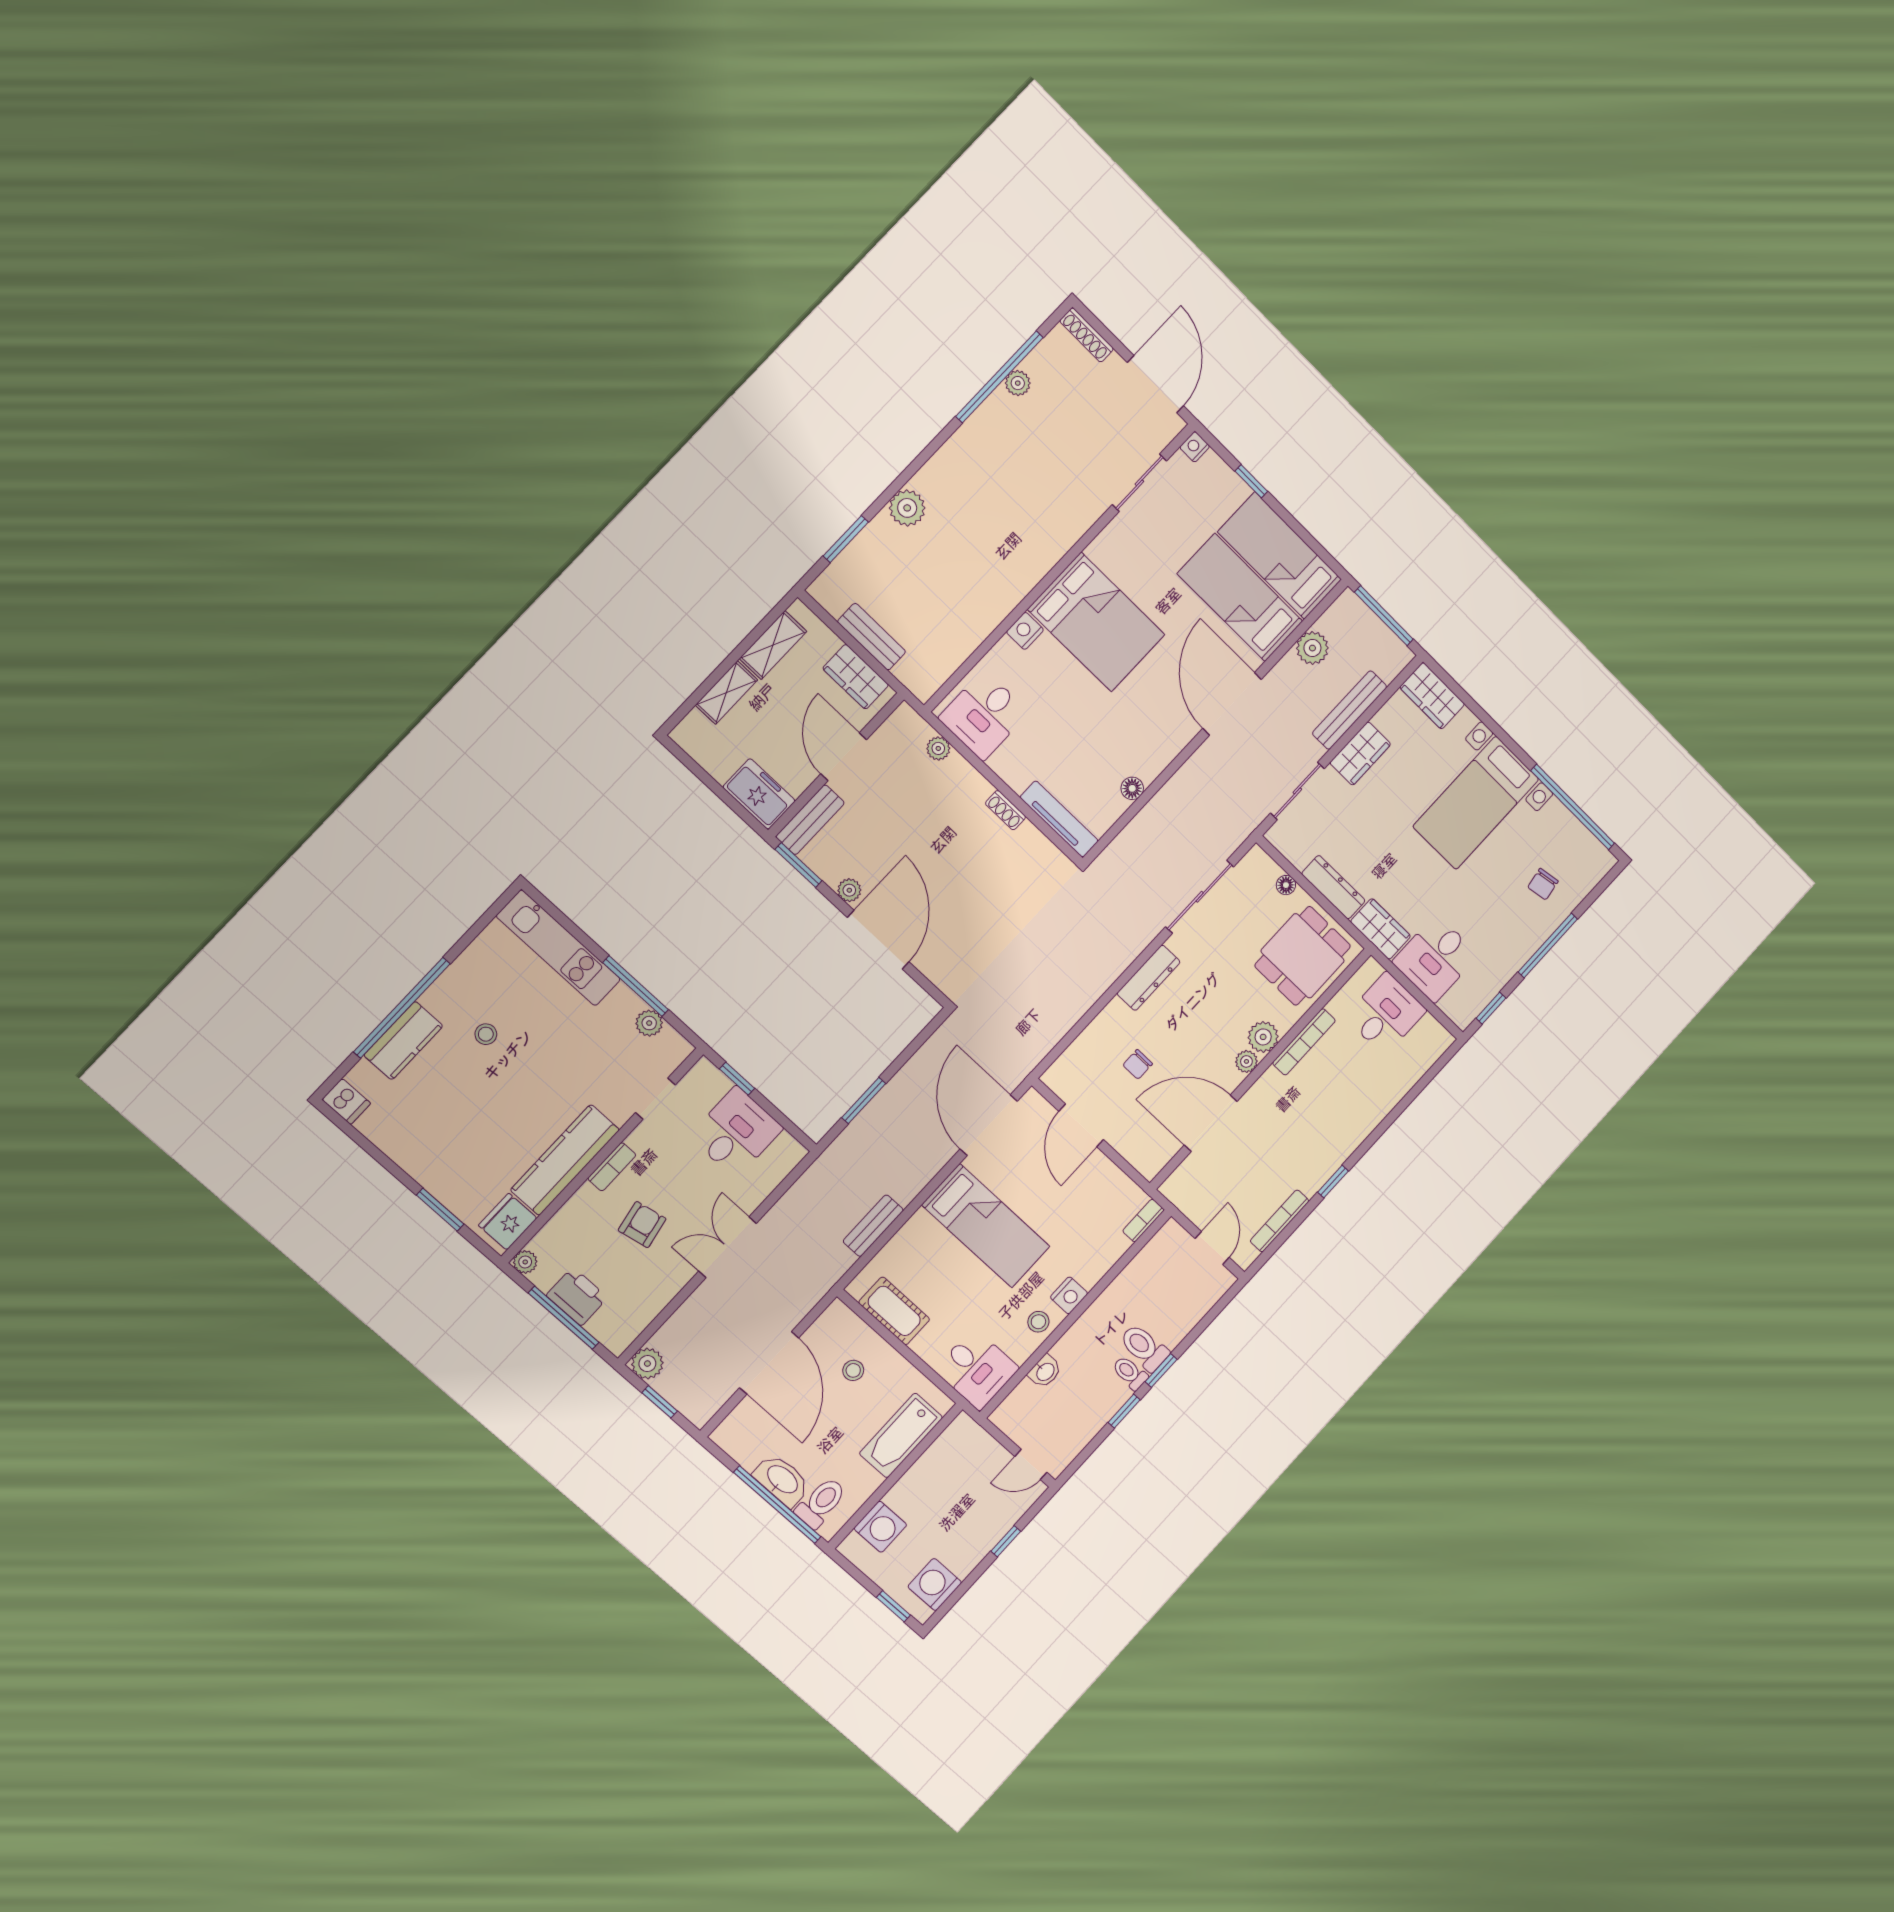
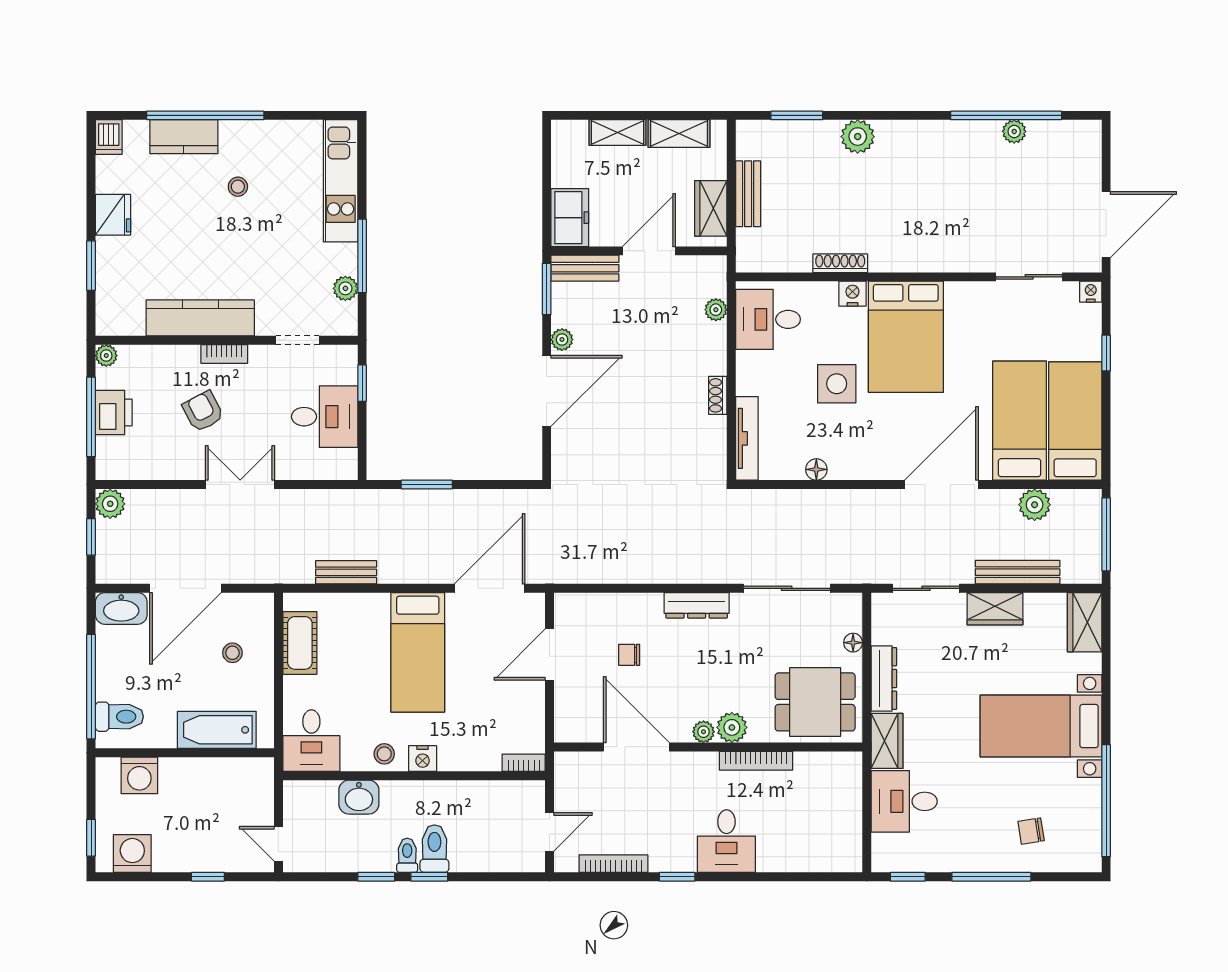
shoe rack: (1087, 335) -> (840, 263), moved, turned 90
side table: (1082, 710) -> (837, 384), added
desk: (1386, 1014) -> (726, 841), moved, turned 90
fridge: (508, 1222) -> (113, 215), moved, turned 90
armchair: (642, 1225) -> (203, 411), turned -107
washbasin: (1045, 1371) -> (359, 797), width x1.38, depth x1.45
washbasin: (782, 1480) -> (121, 608), moved, turned 90

